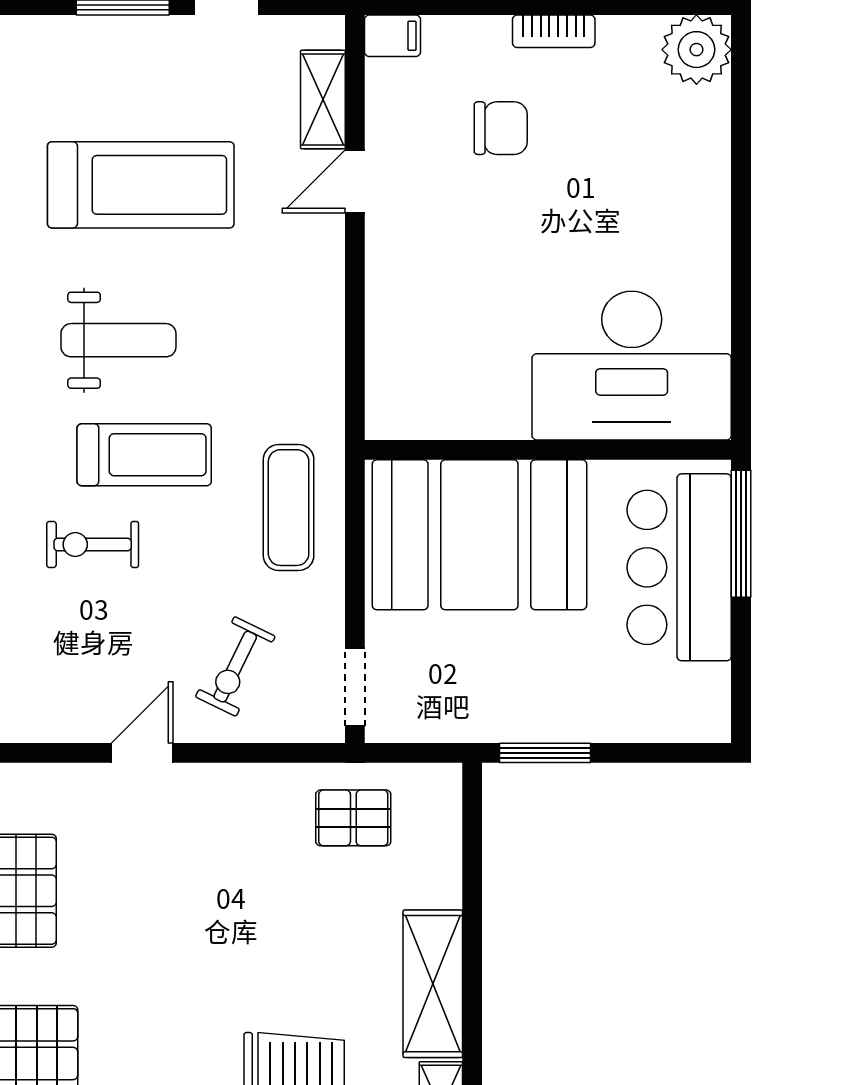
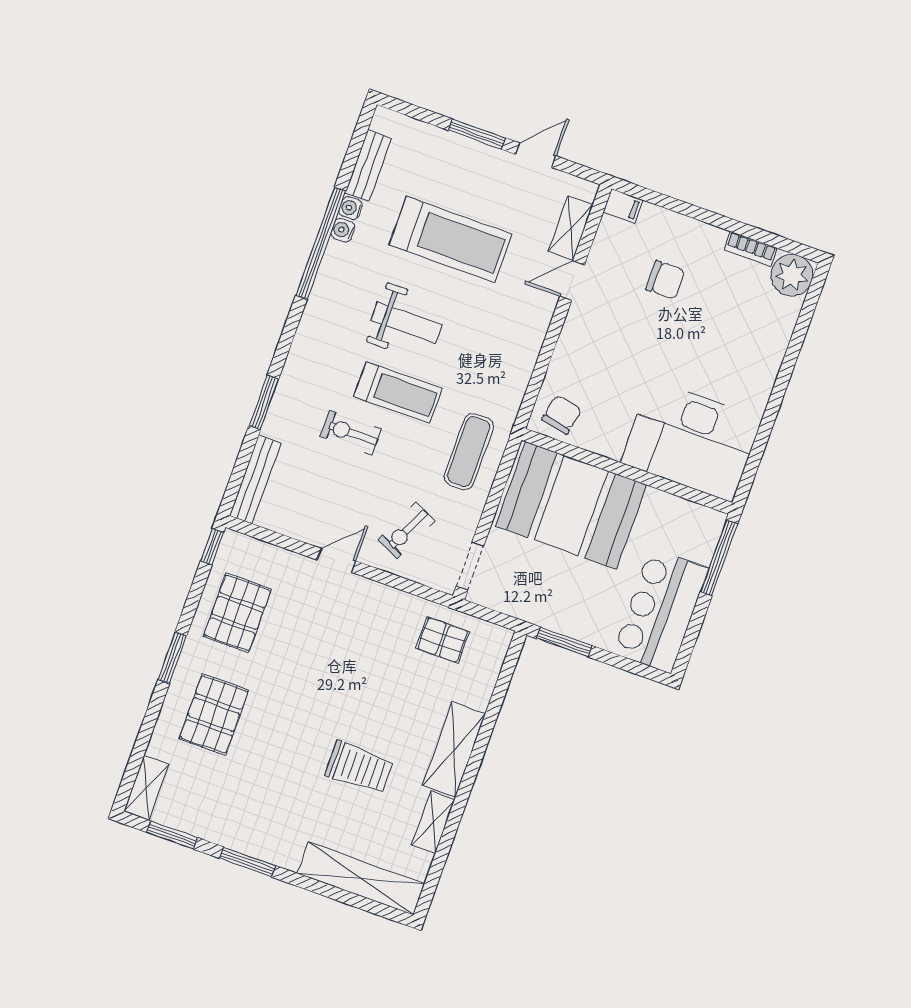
bookcase: (554, 31) -> (751, 249), moved
chair: (414, 397) -> (562, 414), added
bar counter: (679, 567) -> (661, 611), moved

